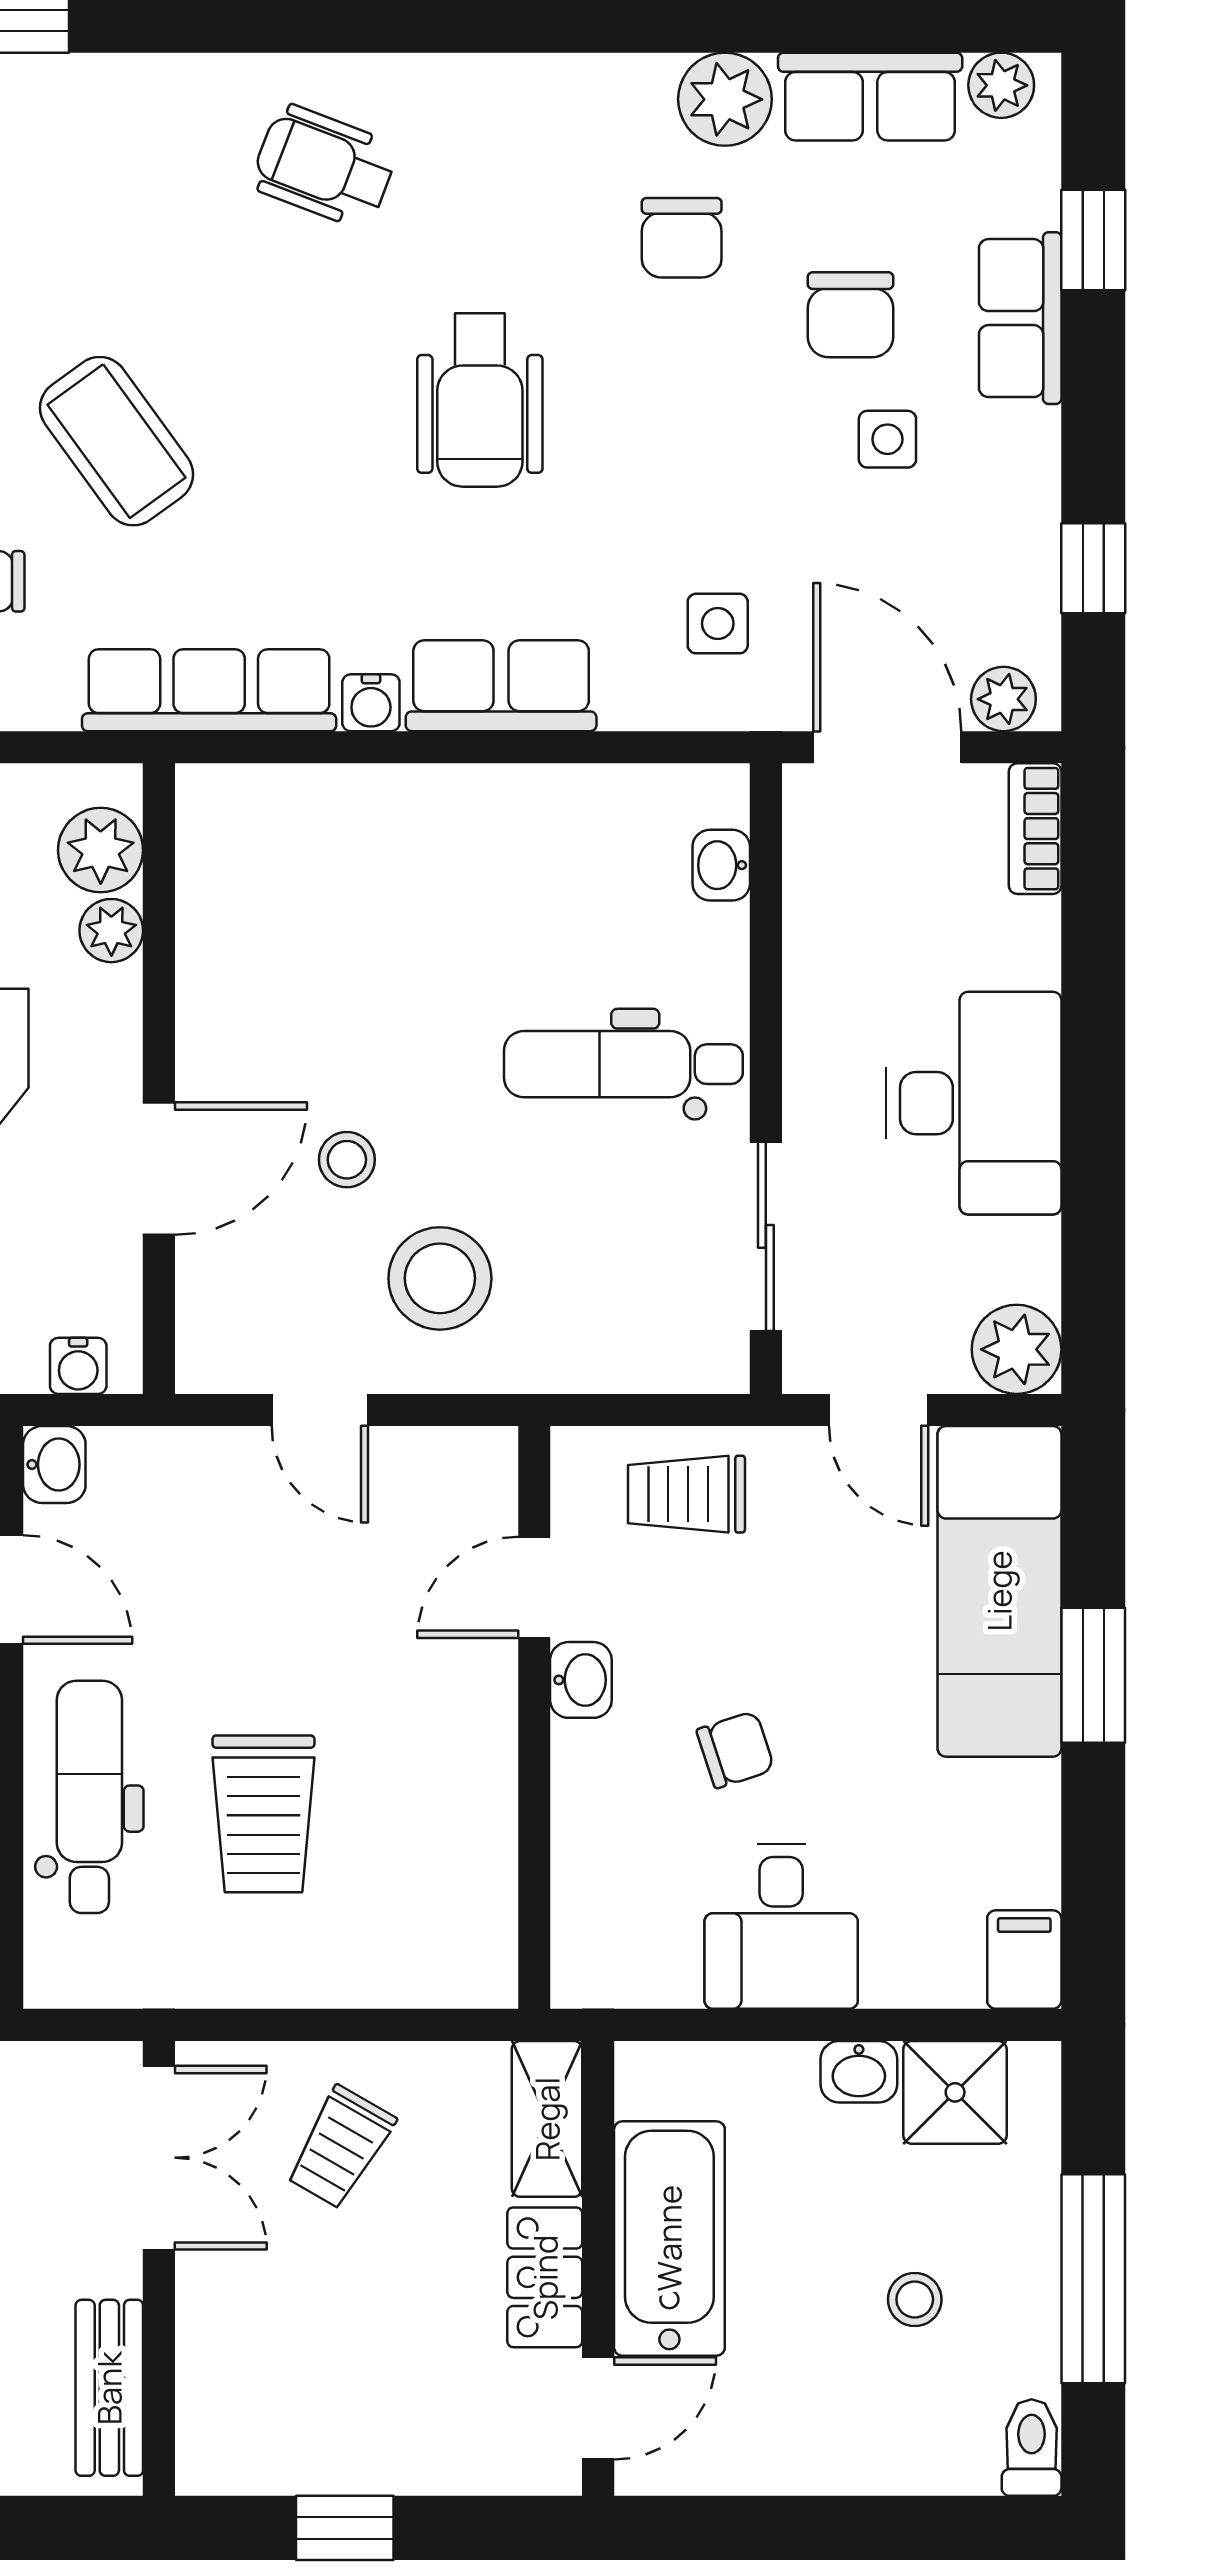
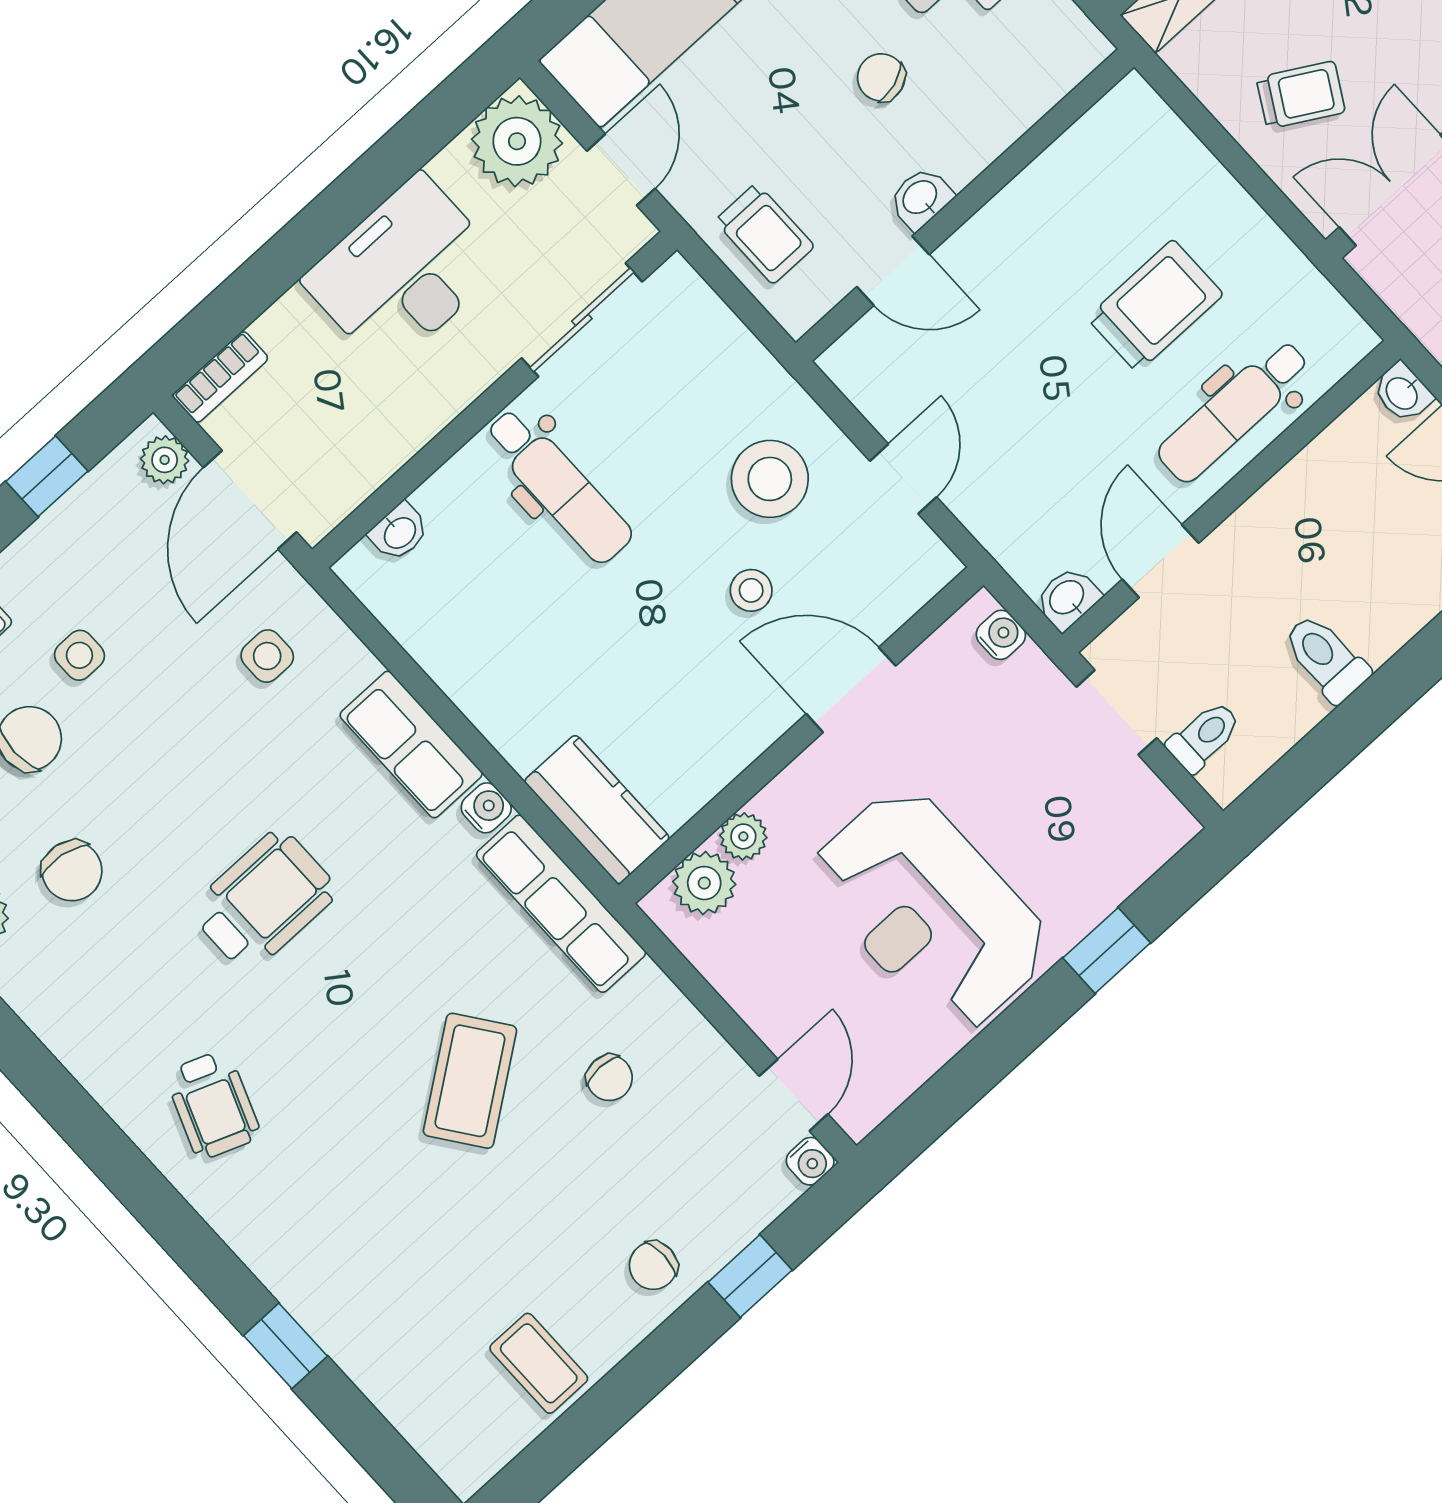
chair: (682, 238) -> (72, 871), turned 99
kitchen counter: (270, 811) -> (597, 810), added
plant: (1017, 1349) -> (517, 141), width x1.36, depth x1.36

